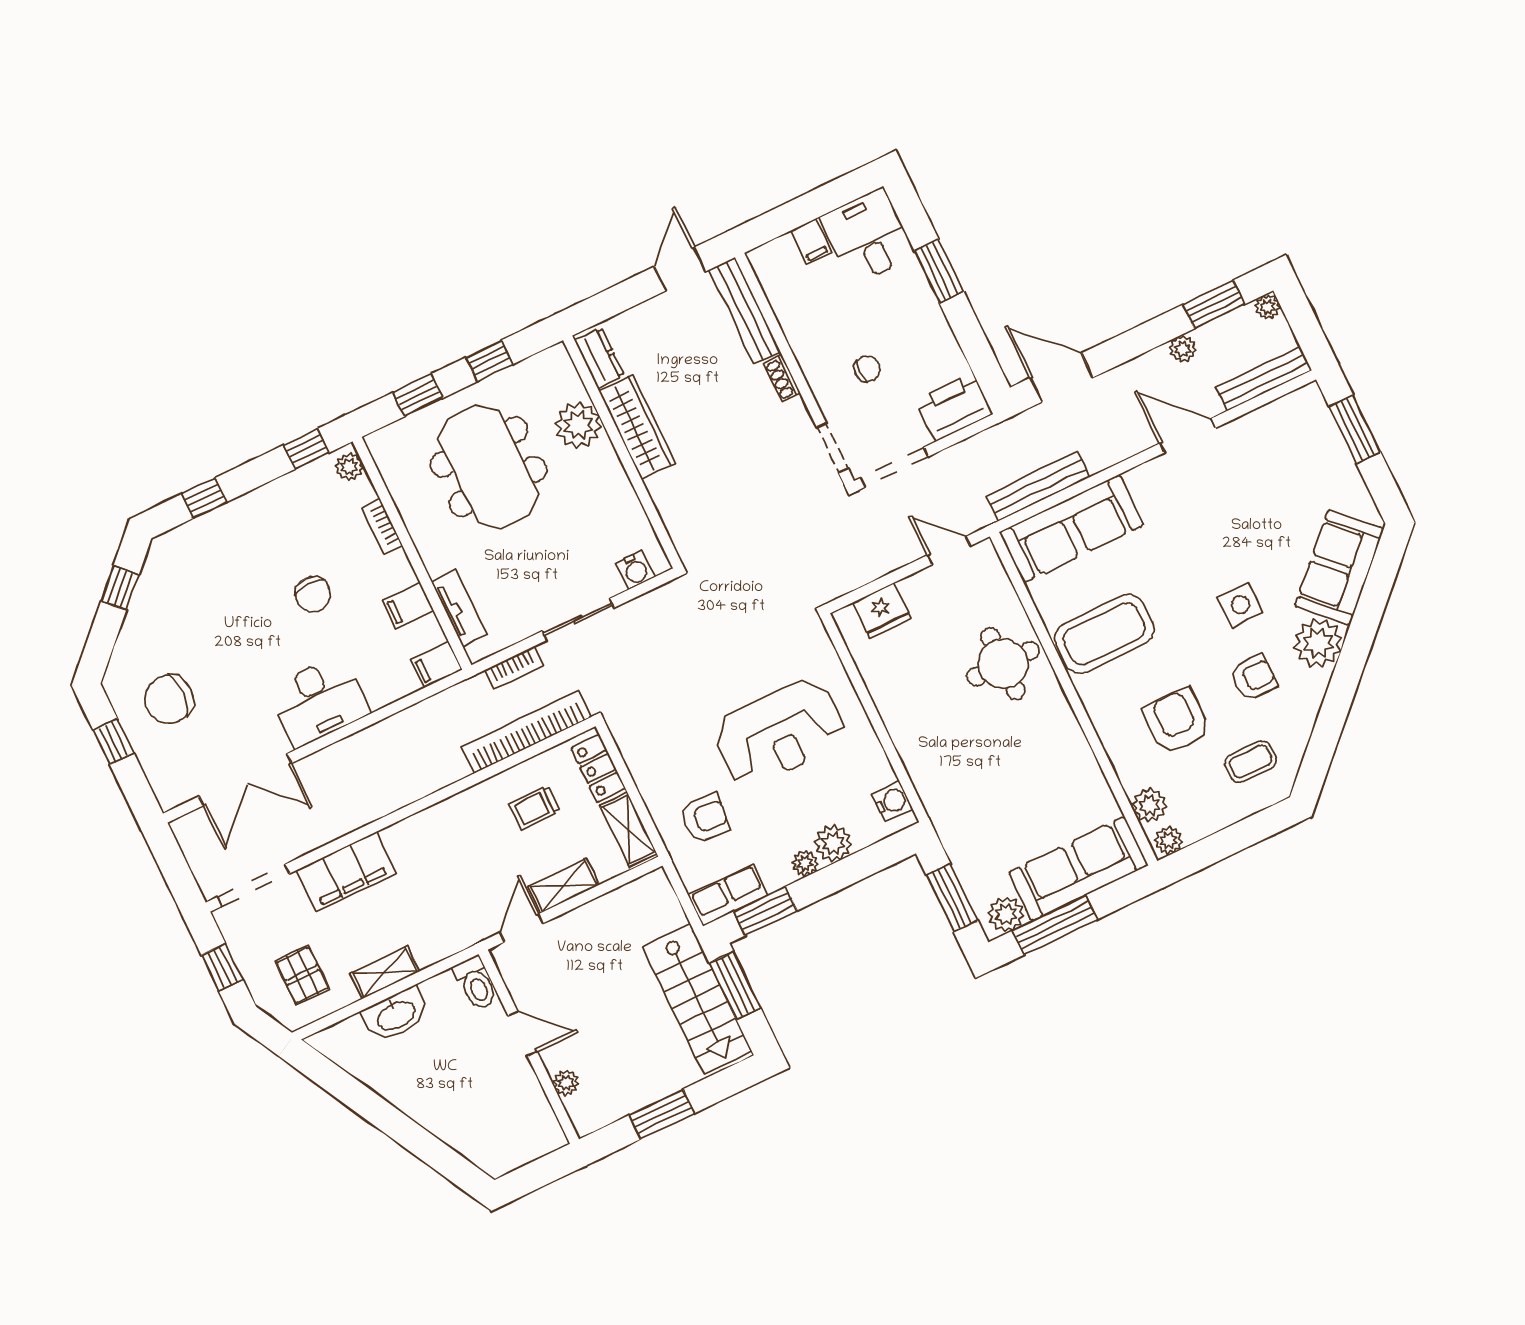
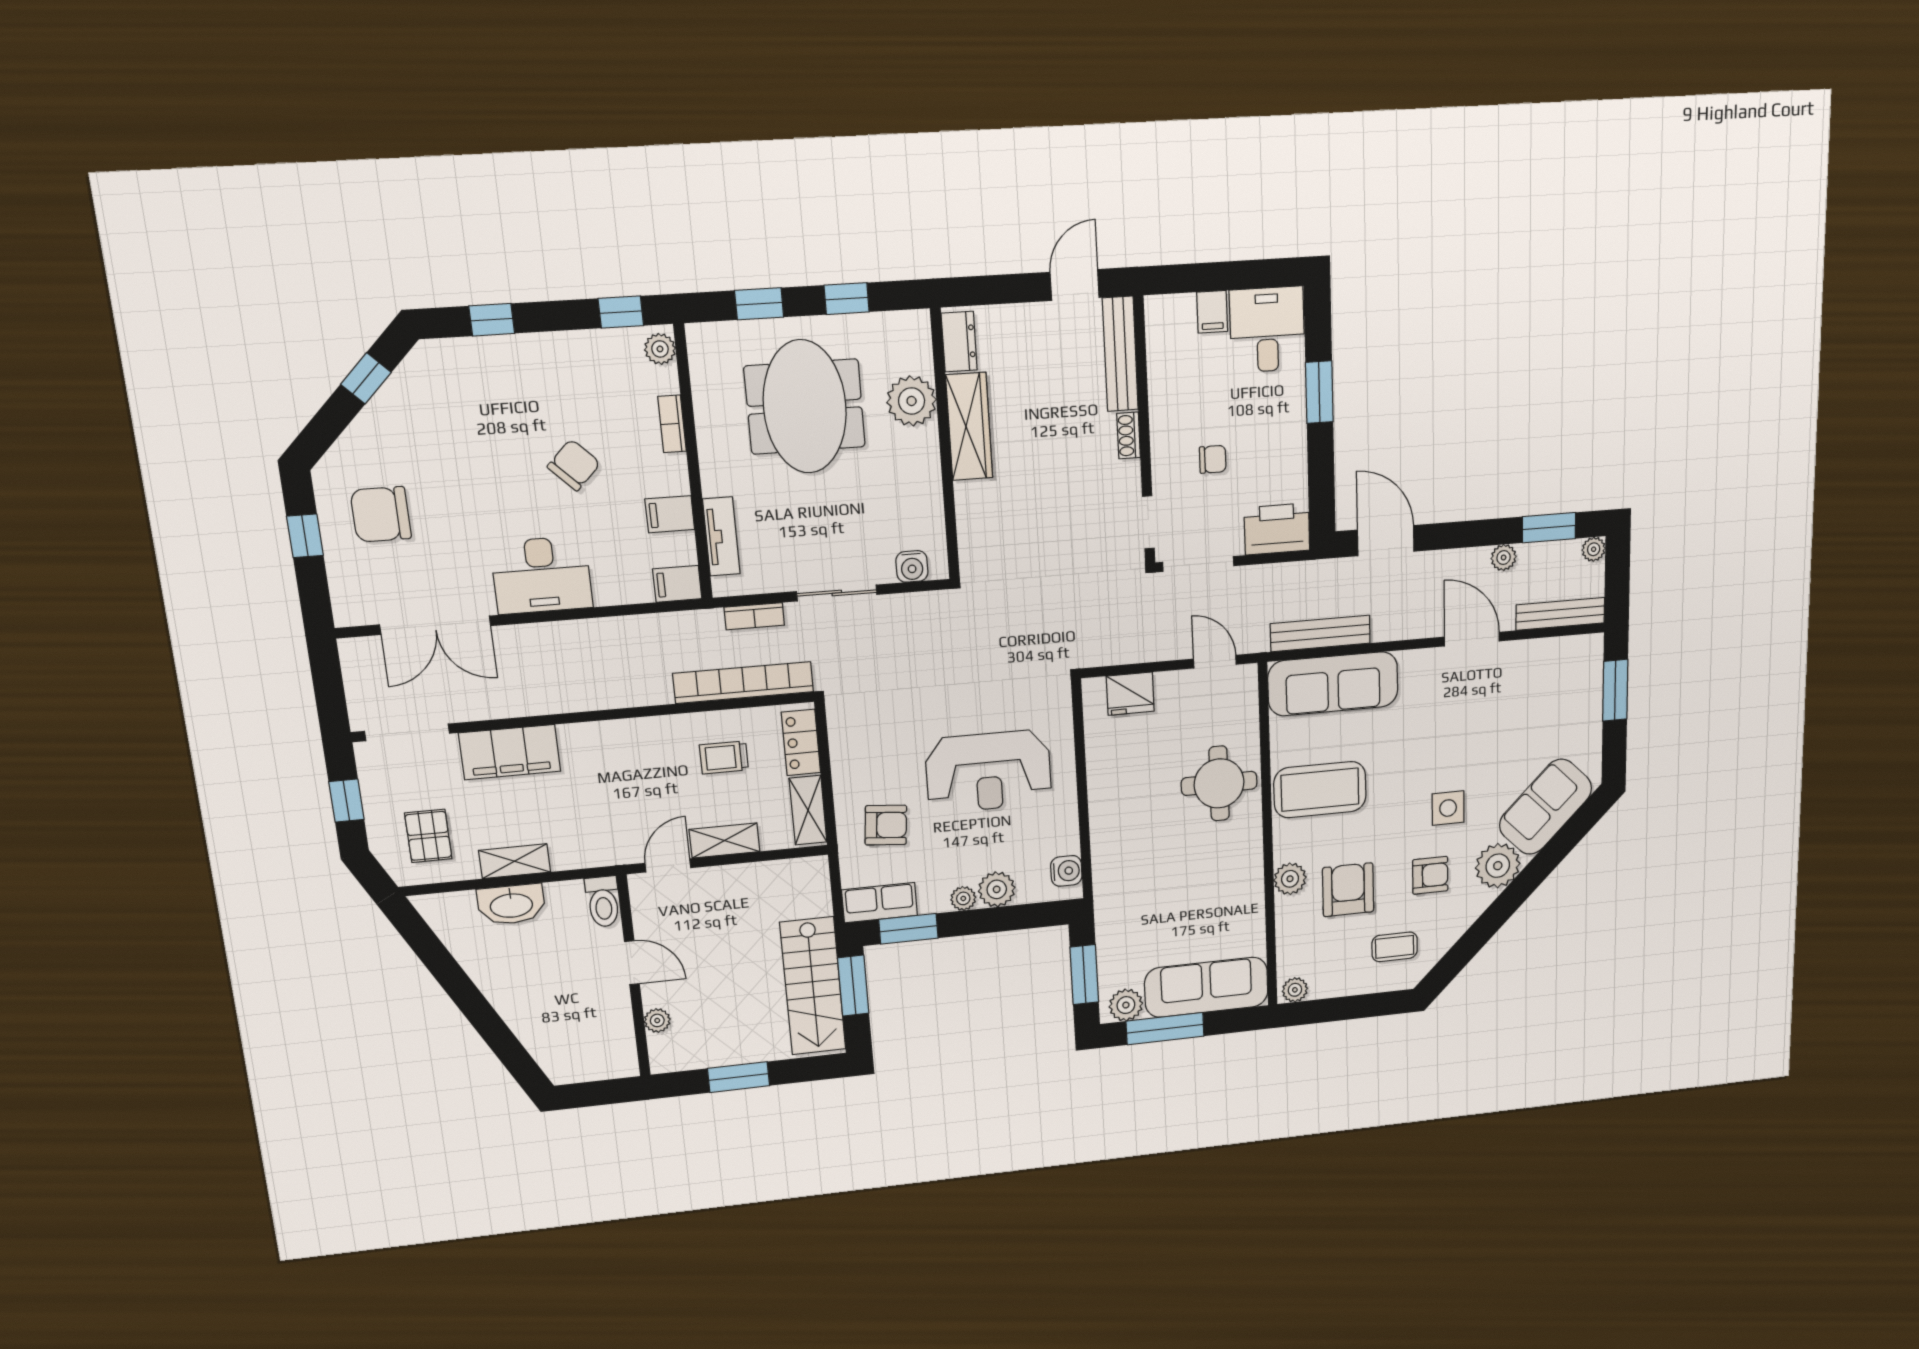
chair: (313, 594) -> (574, 465), turned -135
plant: (1149, 805) -> (1290, 879), moved

